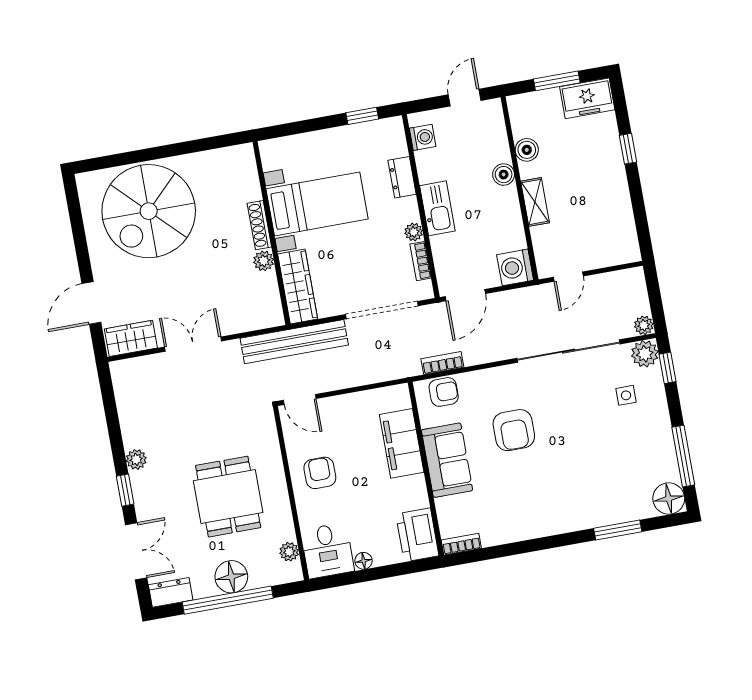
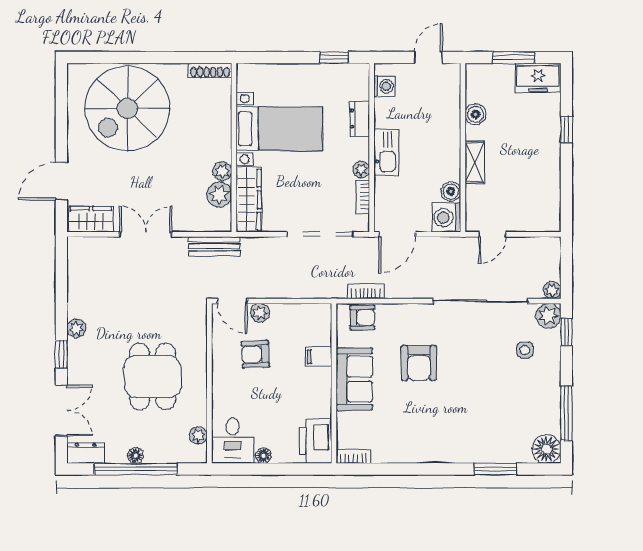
boiler: (504, 175) -> (451, 192), moved
shoe rack: (259, 225) -> (210, 70), moved, turned -90
plant: (265, 287) -> (219, 195), added
bench: (294, 342) -> (214, 246), width x0.54, depth x0.82
plant: (332, 407) -> (260, 313), added
filing cabinet: (402, 443) -> (319, 357), width x0.33, depth x0.86
armchair: (320, 473) -> (255, 354), moved, turned -93
floor lamp: (231, 577) -> (136, 456), width x0.53, depth x0.53

